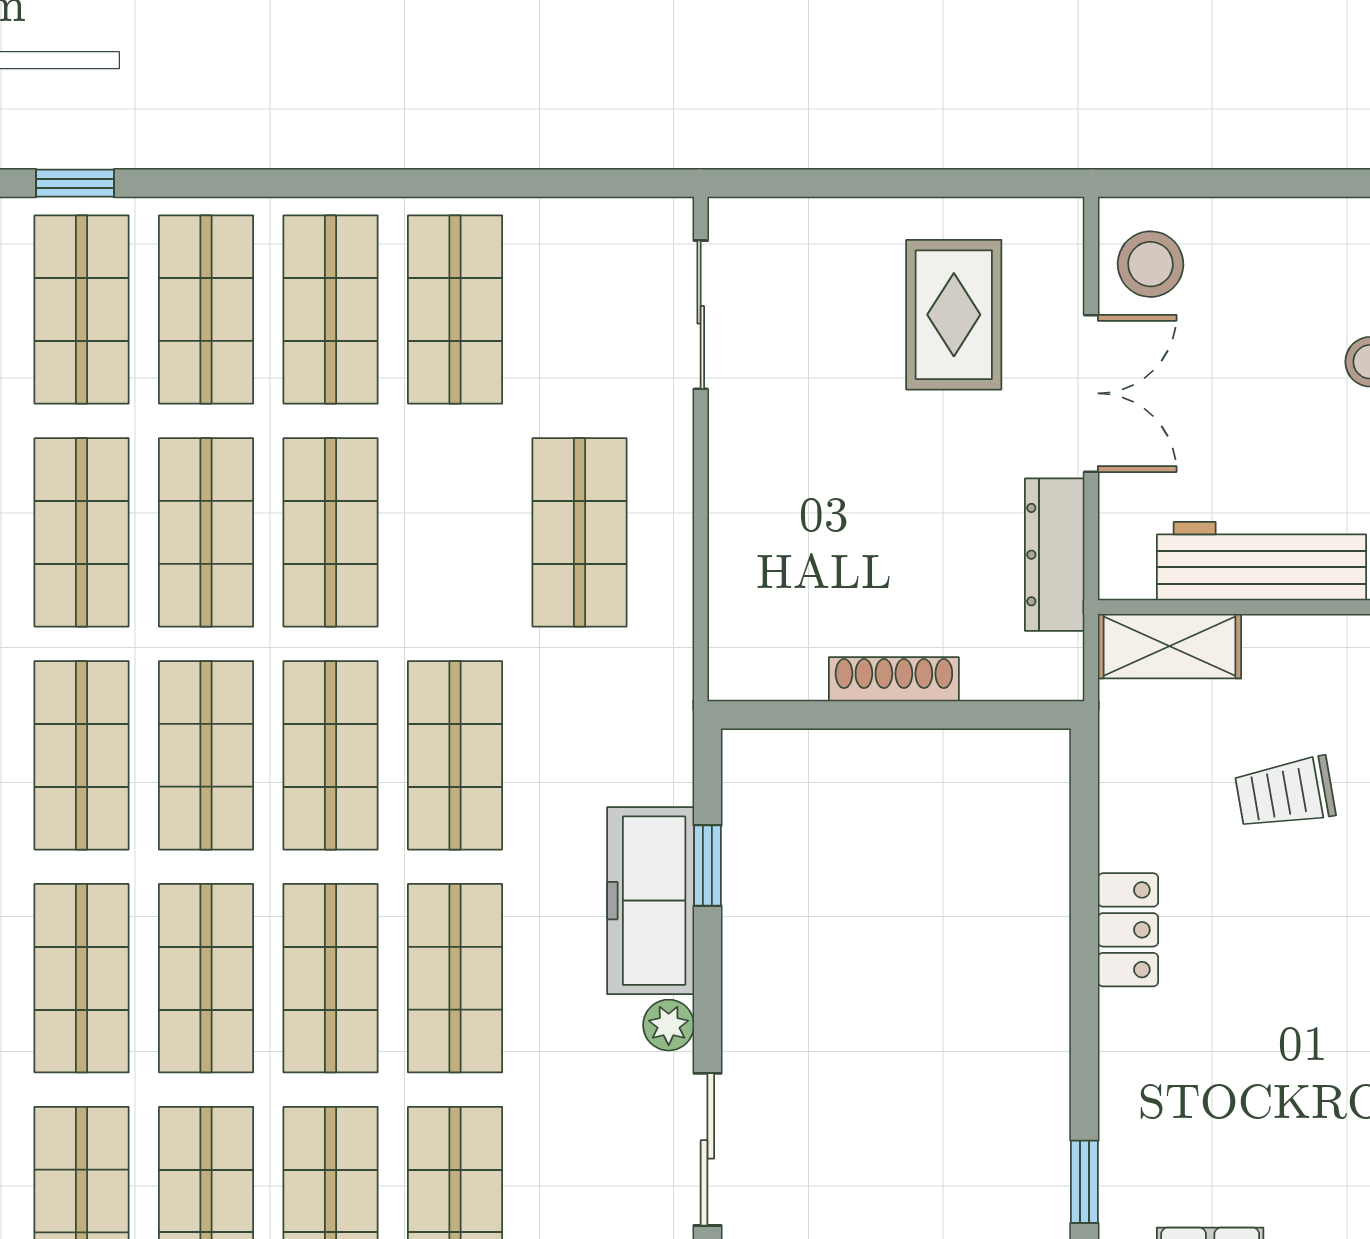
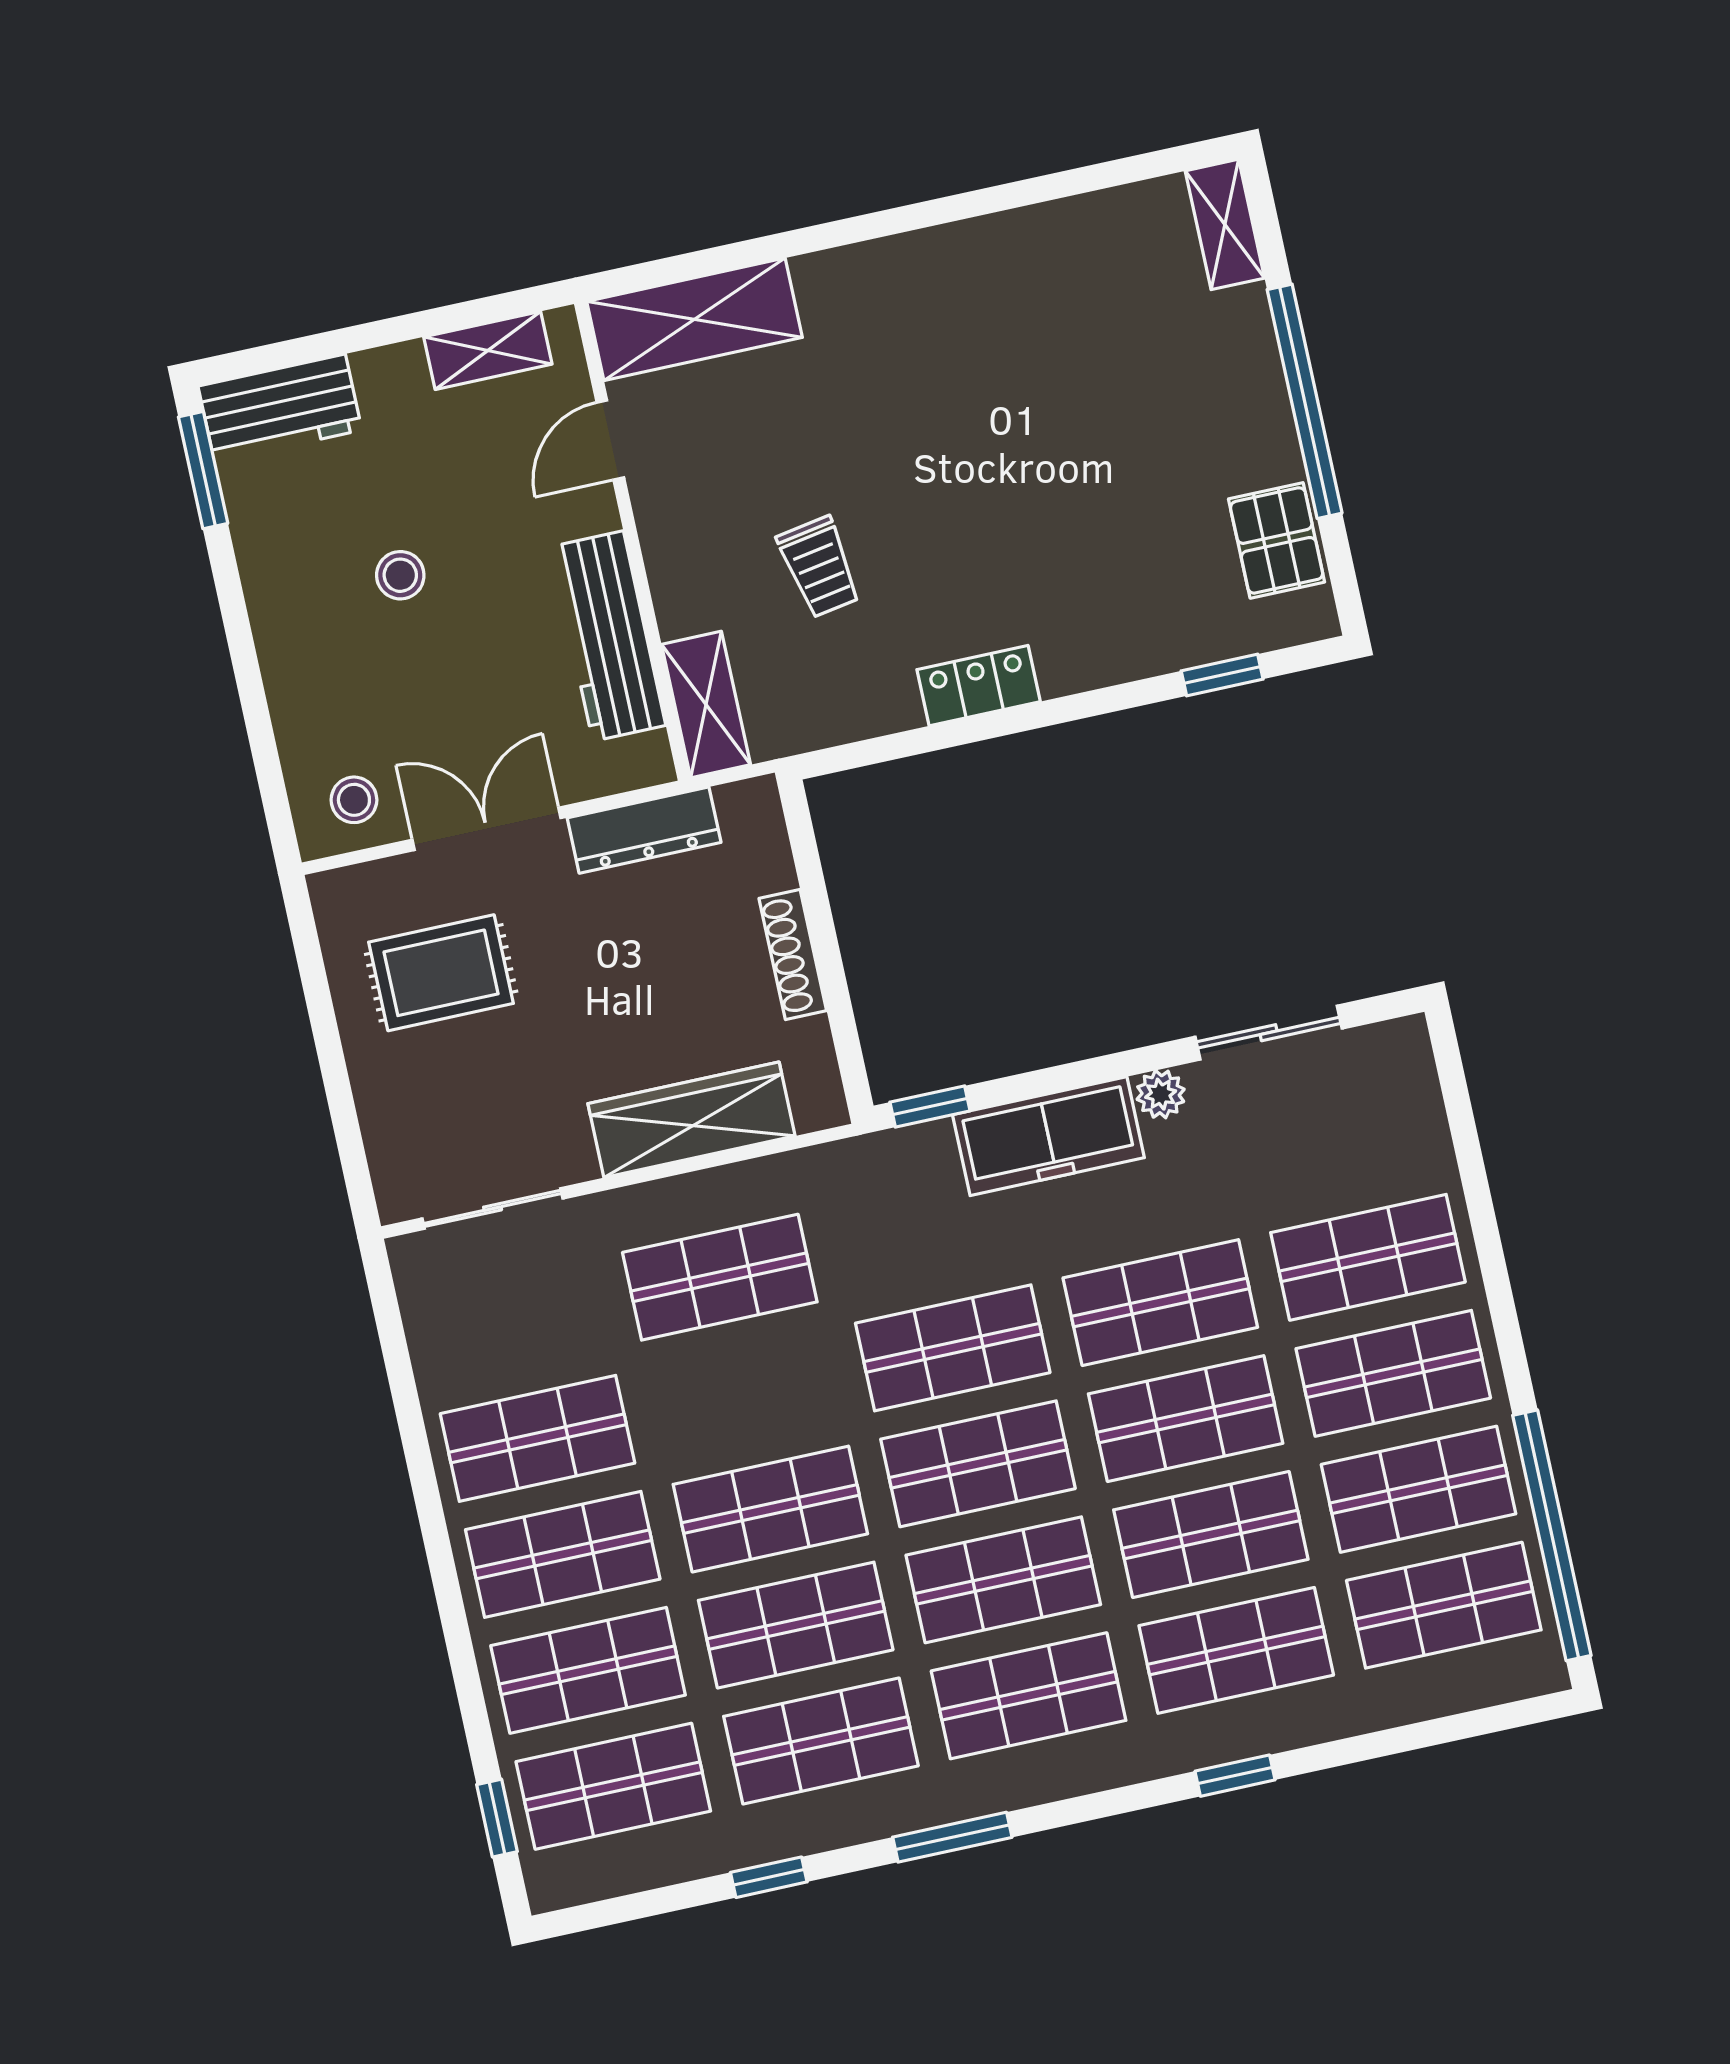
stool: (1150, 264) -> (354, 800), width x0.73, depth x0.73
wardrobe: (747, 539) -> (692, 1120), added
window: (707, 866) -> (930, 1106), moved

